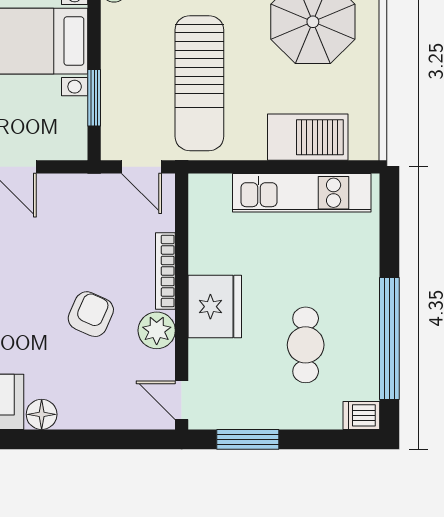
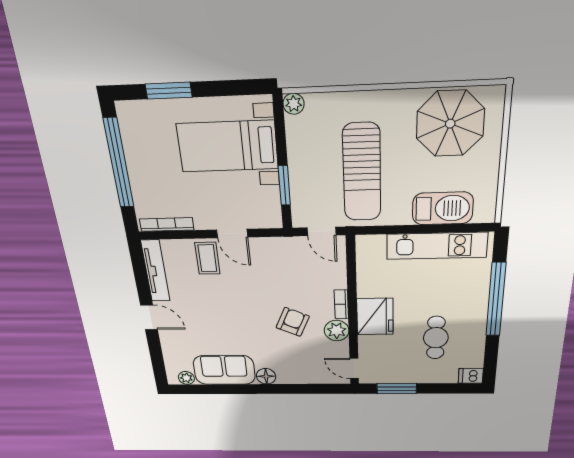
bookcase: (165, 271) -> (341, 304), width x0.64
window: (389, 338) -> (496, 300), moved

